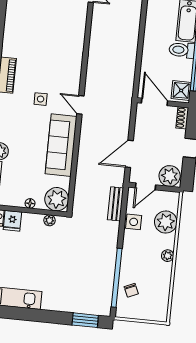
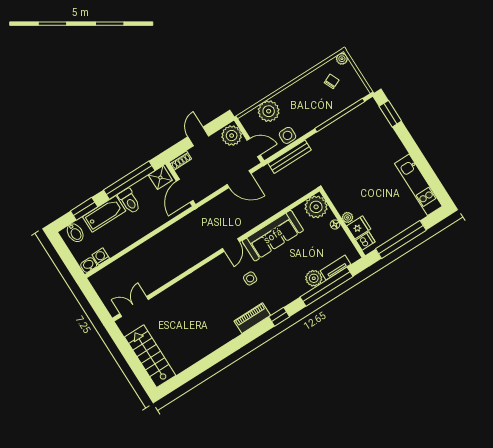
bench: (116, 204) -> (290, 157), width x1.36
plant: (49, 220) -> (348, 217), moved
plant: (168, 256) -> (342, 59), moved
chair: (131, 290) -> (332, 81), moved

